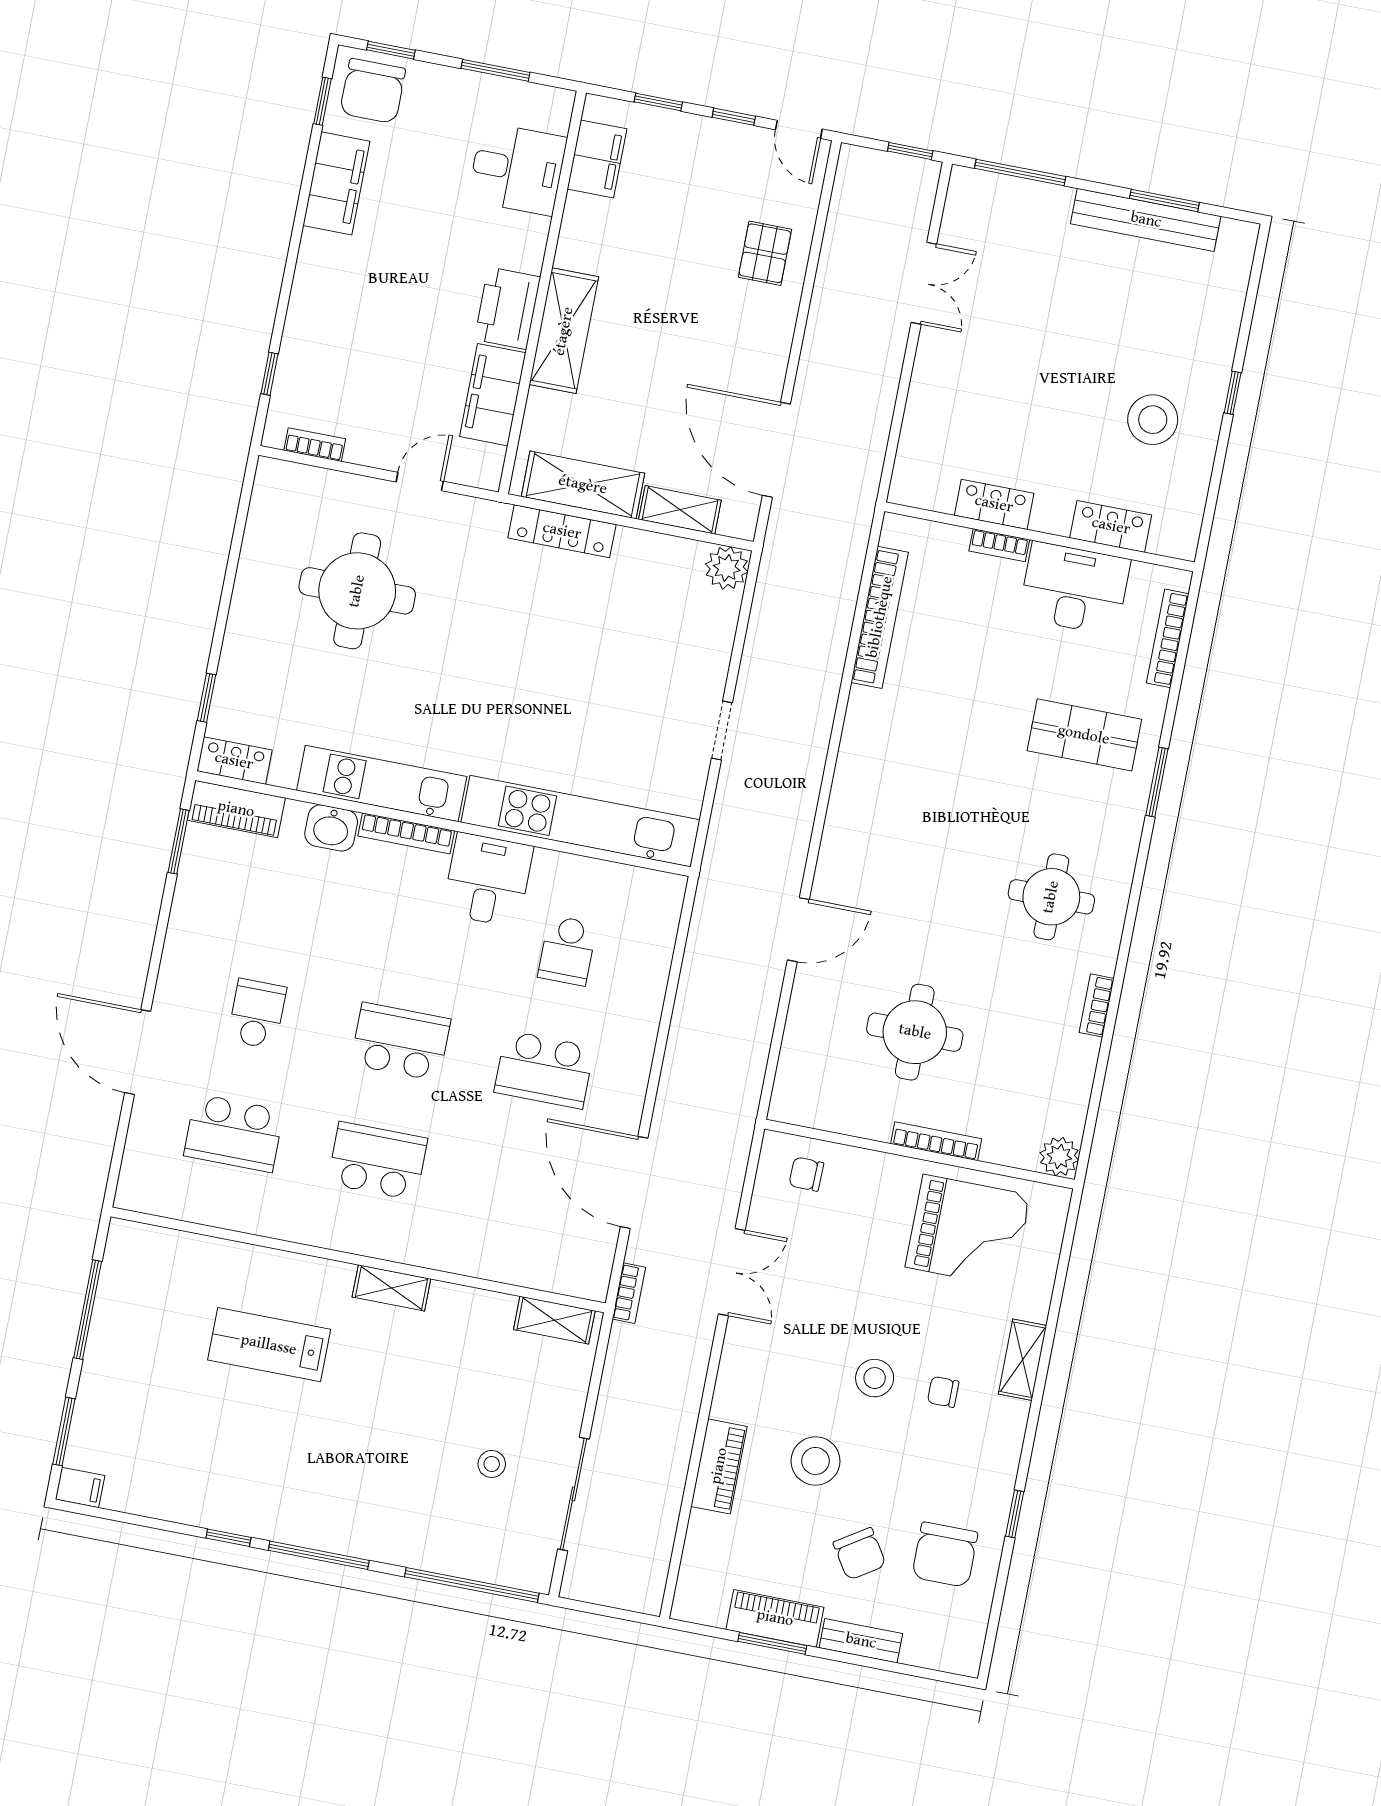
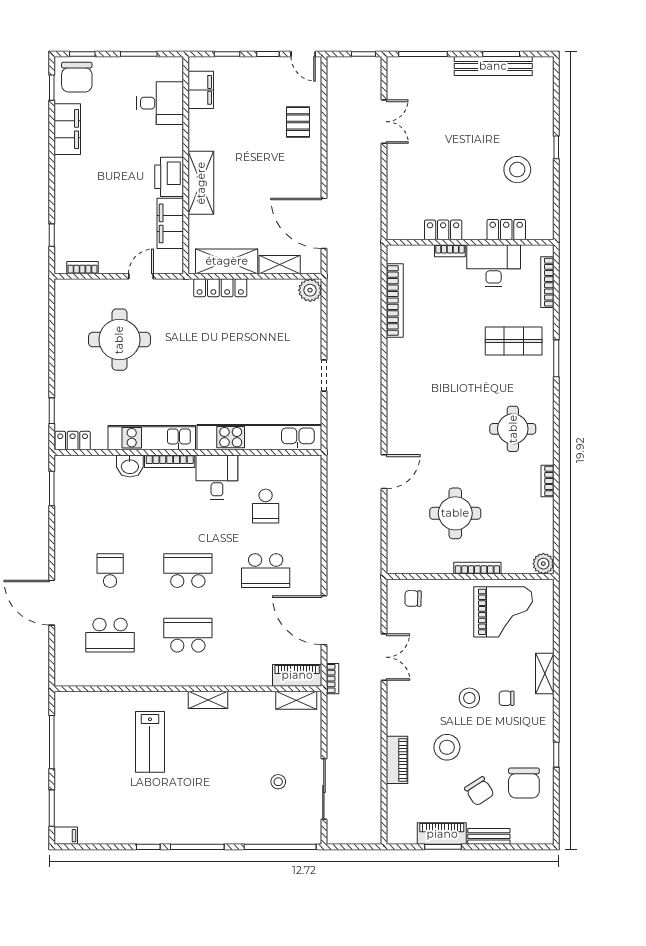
piano: (236, 809) -> (297, 675), moved, turned 180
lab bench: (269, 1345) -> (150, 742), turned -90

